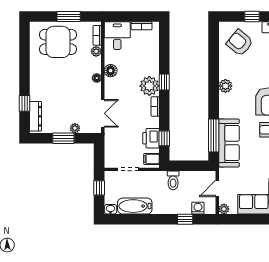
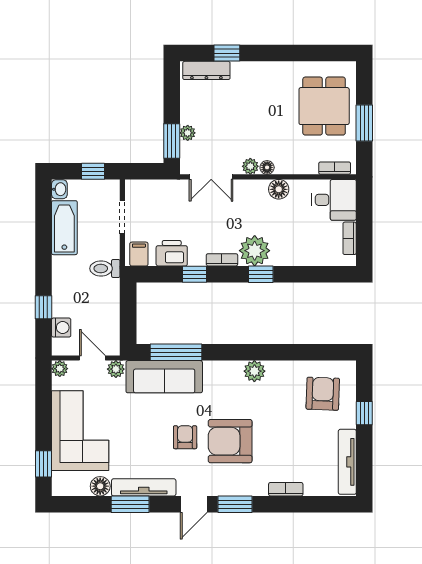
armchair: (240, 43) -> (323, 394), turned -38
plant: (96, 51) -> (250, 166), moved
window: (63, 138) -> (172, 141), moved
window: (164, 138) -> (194, 274), moved
plant: (224, 174) -> (116, 369), added
toilet: (173, 180) -> (105, 268), moved

